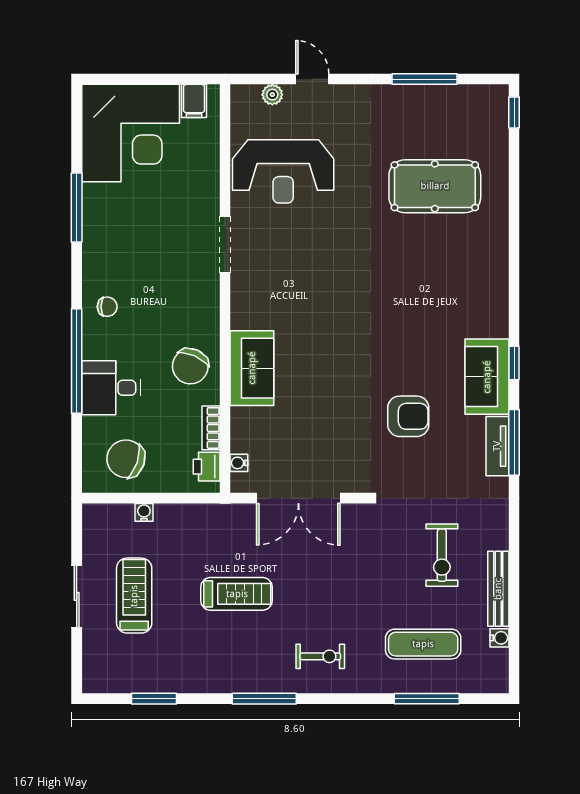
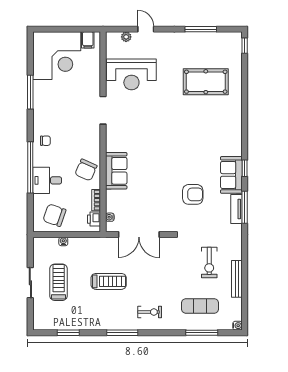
water cooler: (500, 638) -> (237, 326), moved

